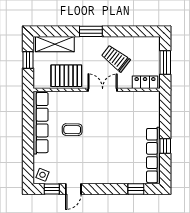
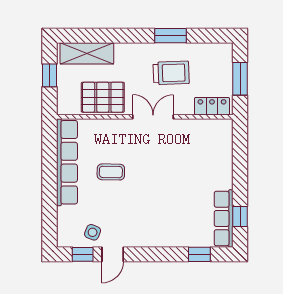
window: (91, 31) -> (170, 36), moved
trolley: (116, 58) -> (171, 73), turned 140
window: (165, 146) -> (240, 217), moved
row of seats: (153, 156) -> (224, 218), width x0.73
side table: (43, 175) -> (93, 232), moved

